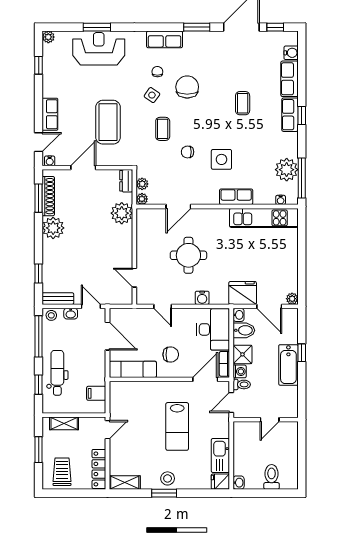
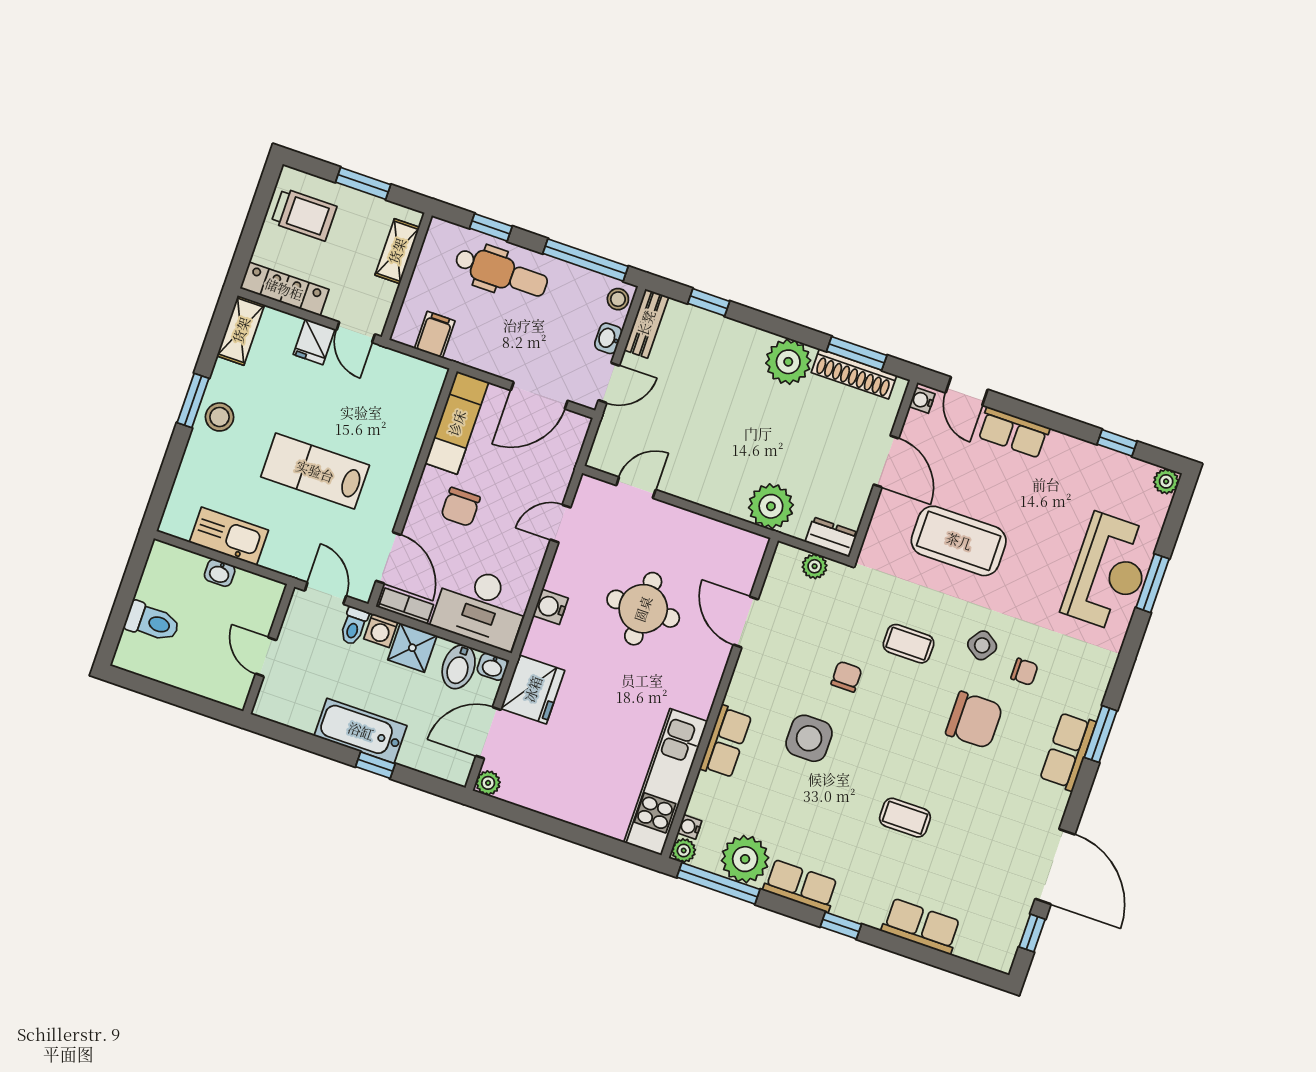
window: (197, 27) -> (1101, 734), moved
row of seats: (165, 39) -> (1068, 751), moved
water cooler: (291, 53) -> (971, 947), removed
row of seats: (290, 115) -> (801, 886), moved
plant: (142, 199) -> (684, 851), moved
fridge: (220, 481) -> (314, 342), moved, turned 180
washbasin: (239, 483) -> (220, 573), moved

